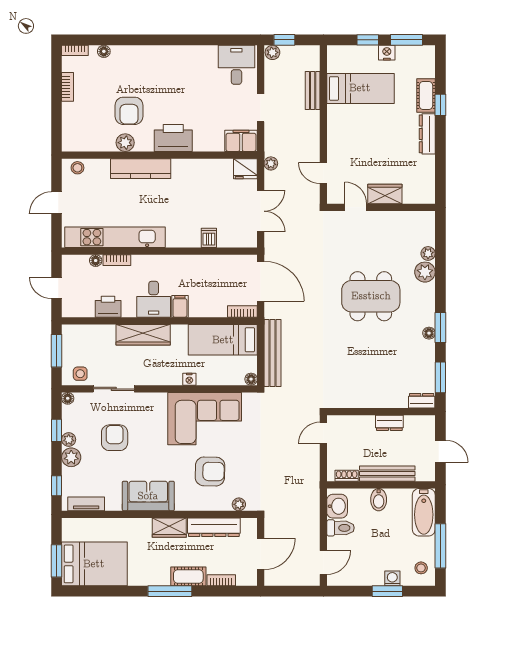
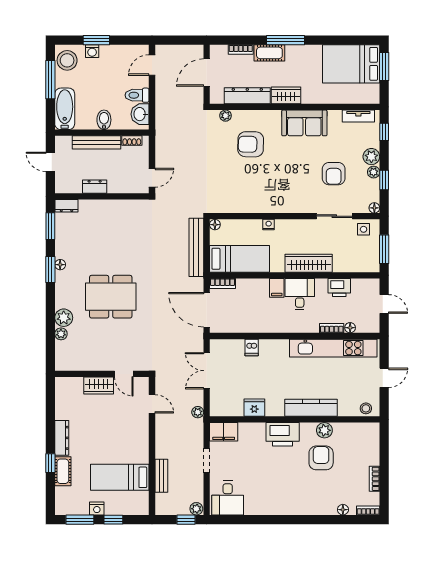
fridge: (245, 169) -> (254, 408), moved
corner sofa: (205, 419) -> (255, 190), removed
stool: (421, 568) -> (67, 60), width x1.89, depth x1.89

